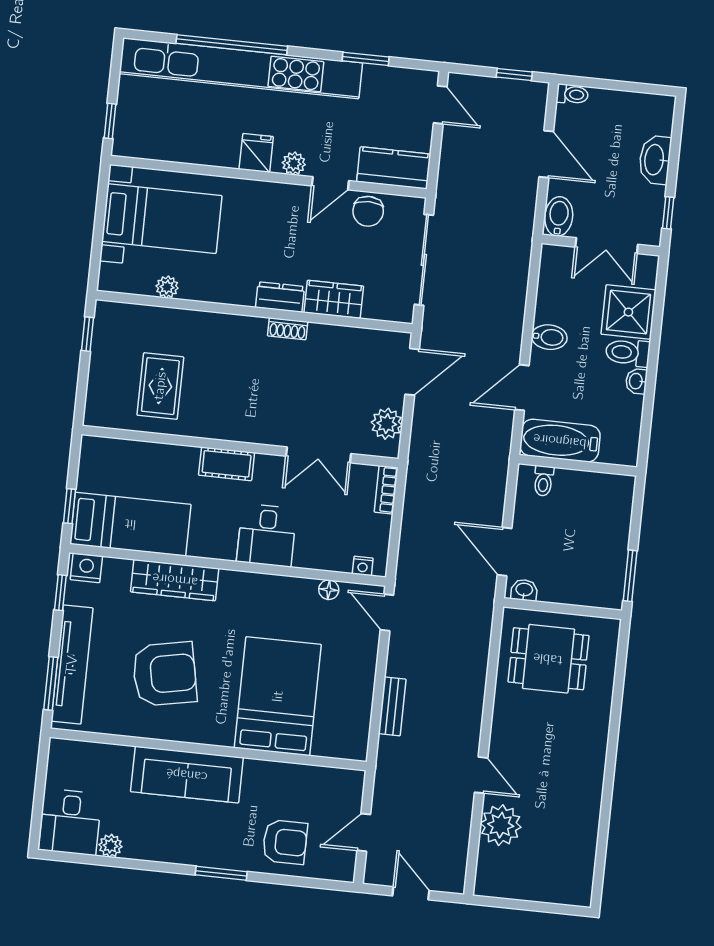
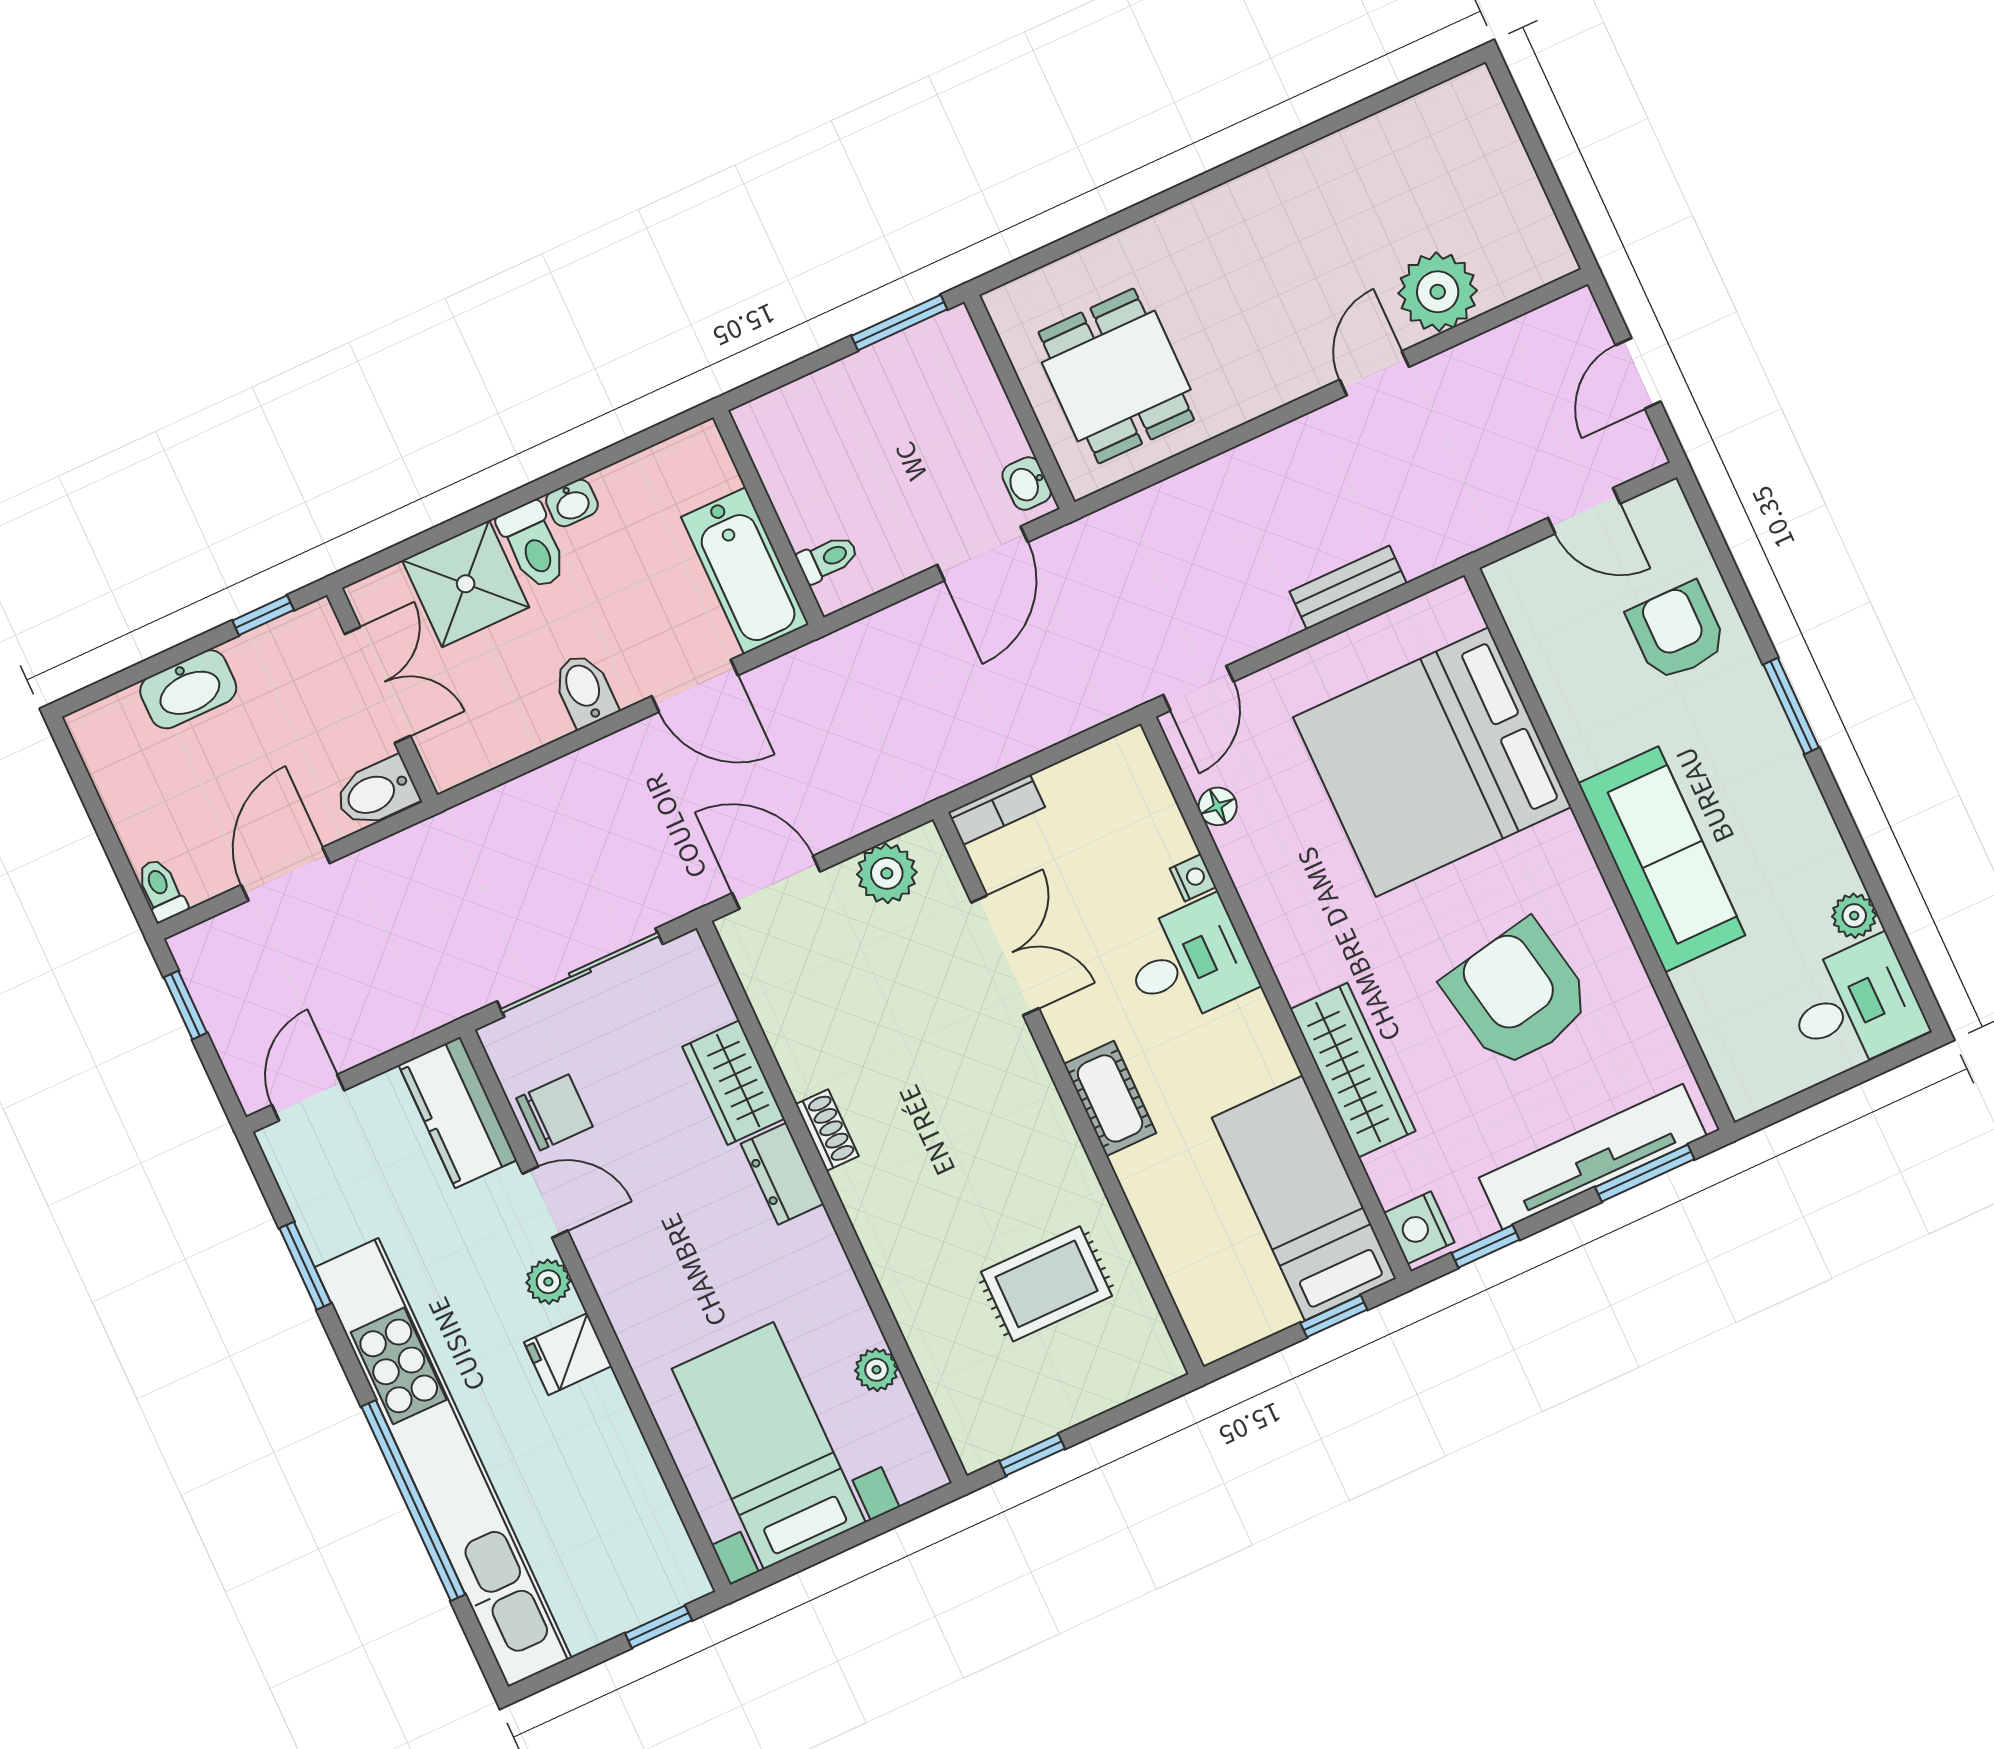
nightstand: (363, 566) -> (1193, 878), moved
bed: (278, 696) -> (1432, 762), width x1.36

